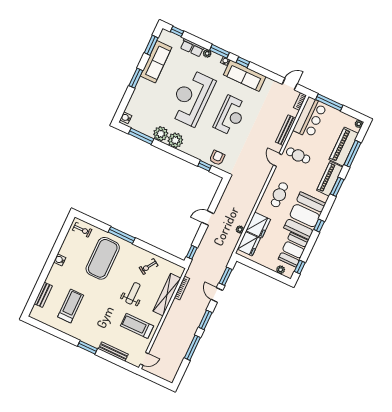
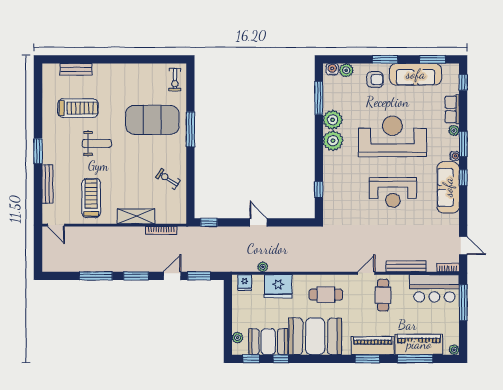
plant: (131, 108) -> (346, 70), added
armchair: (217, 158) -> (375, 80), moved
window: (319, 226) -> (281, 359), moved
fridge: (249, 244) -> (245, 283), width x0.53, depth x0.75
water cooler: (60, 260) -> (127, 69), removed
weight bench: (133, 293) -> (97, 143), moved
shelving: (167, 295) -> (136, 216), width x0.68

